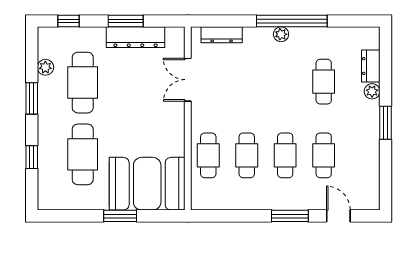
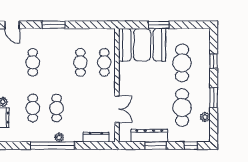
cafe table: (285, 155) -> (57, 108), moved
door: (338, 216) -> (12, 25), moved

